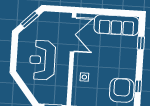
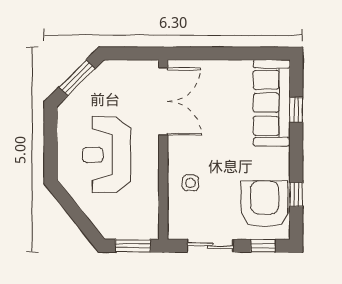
sofa: (117, 25) -> (272, 103), moved, turned 90

